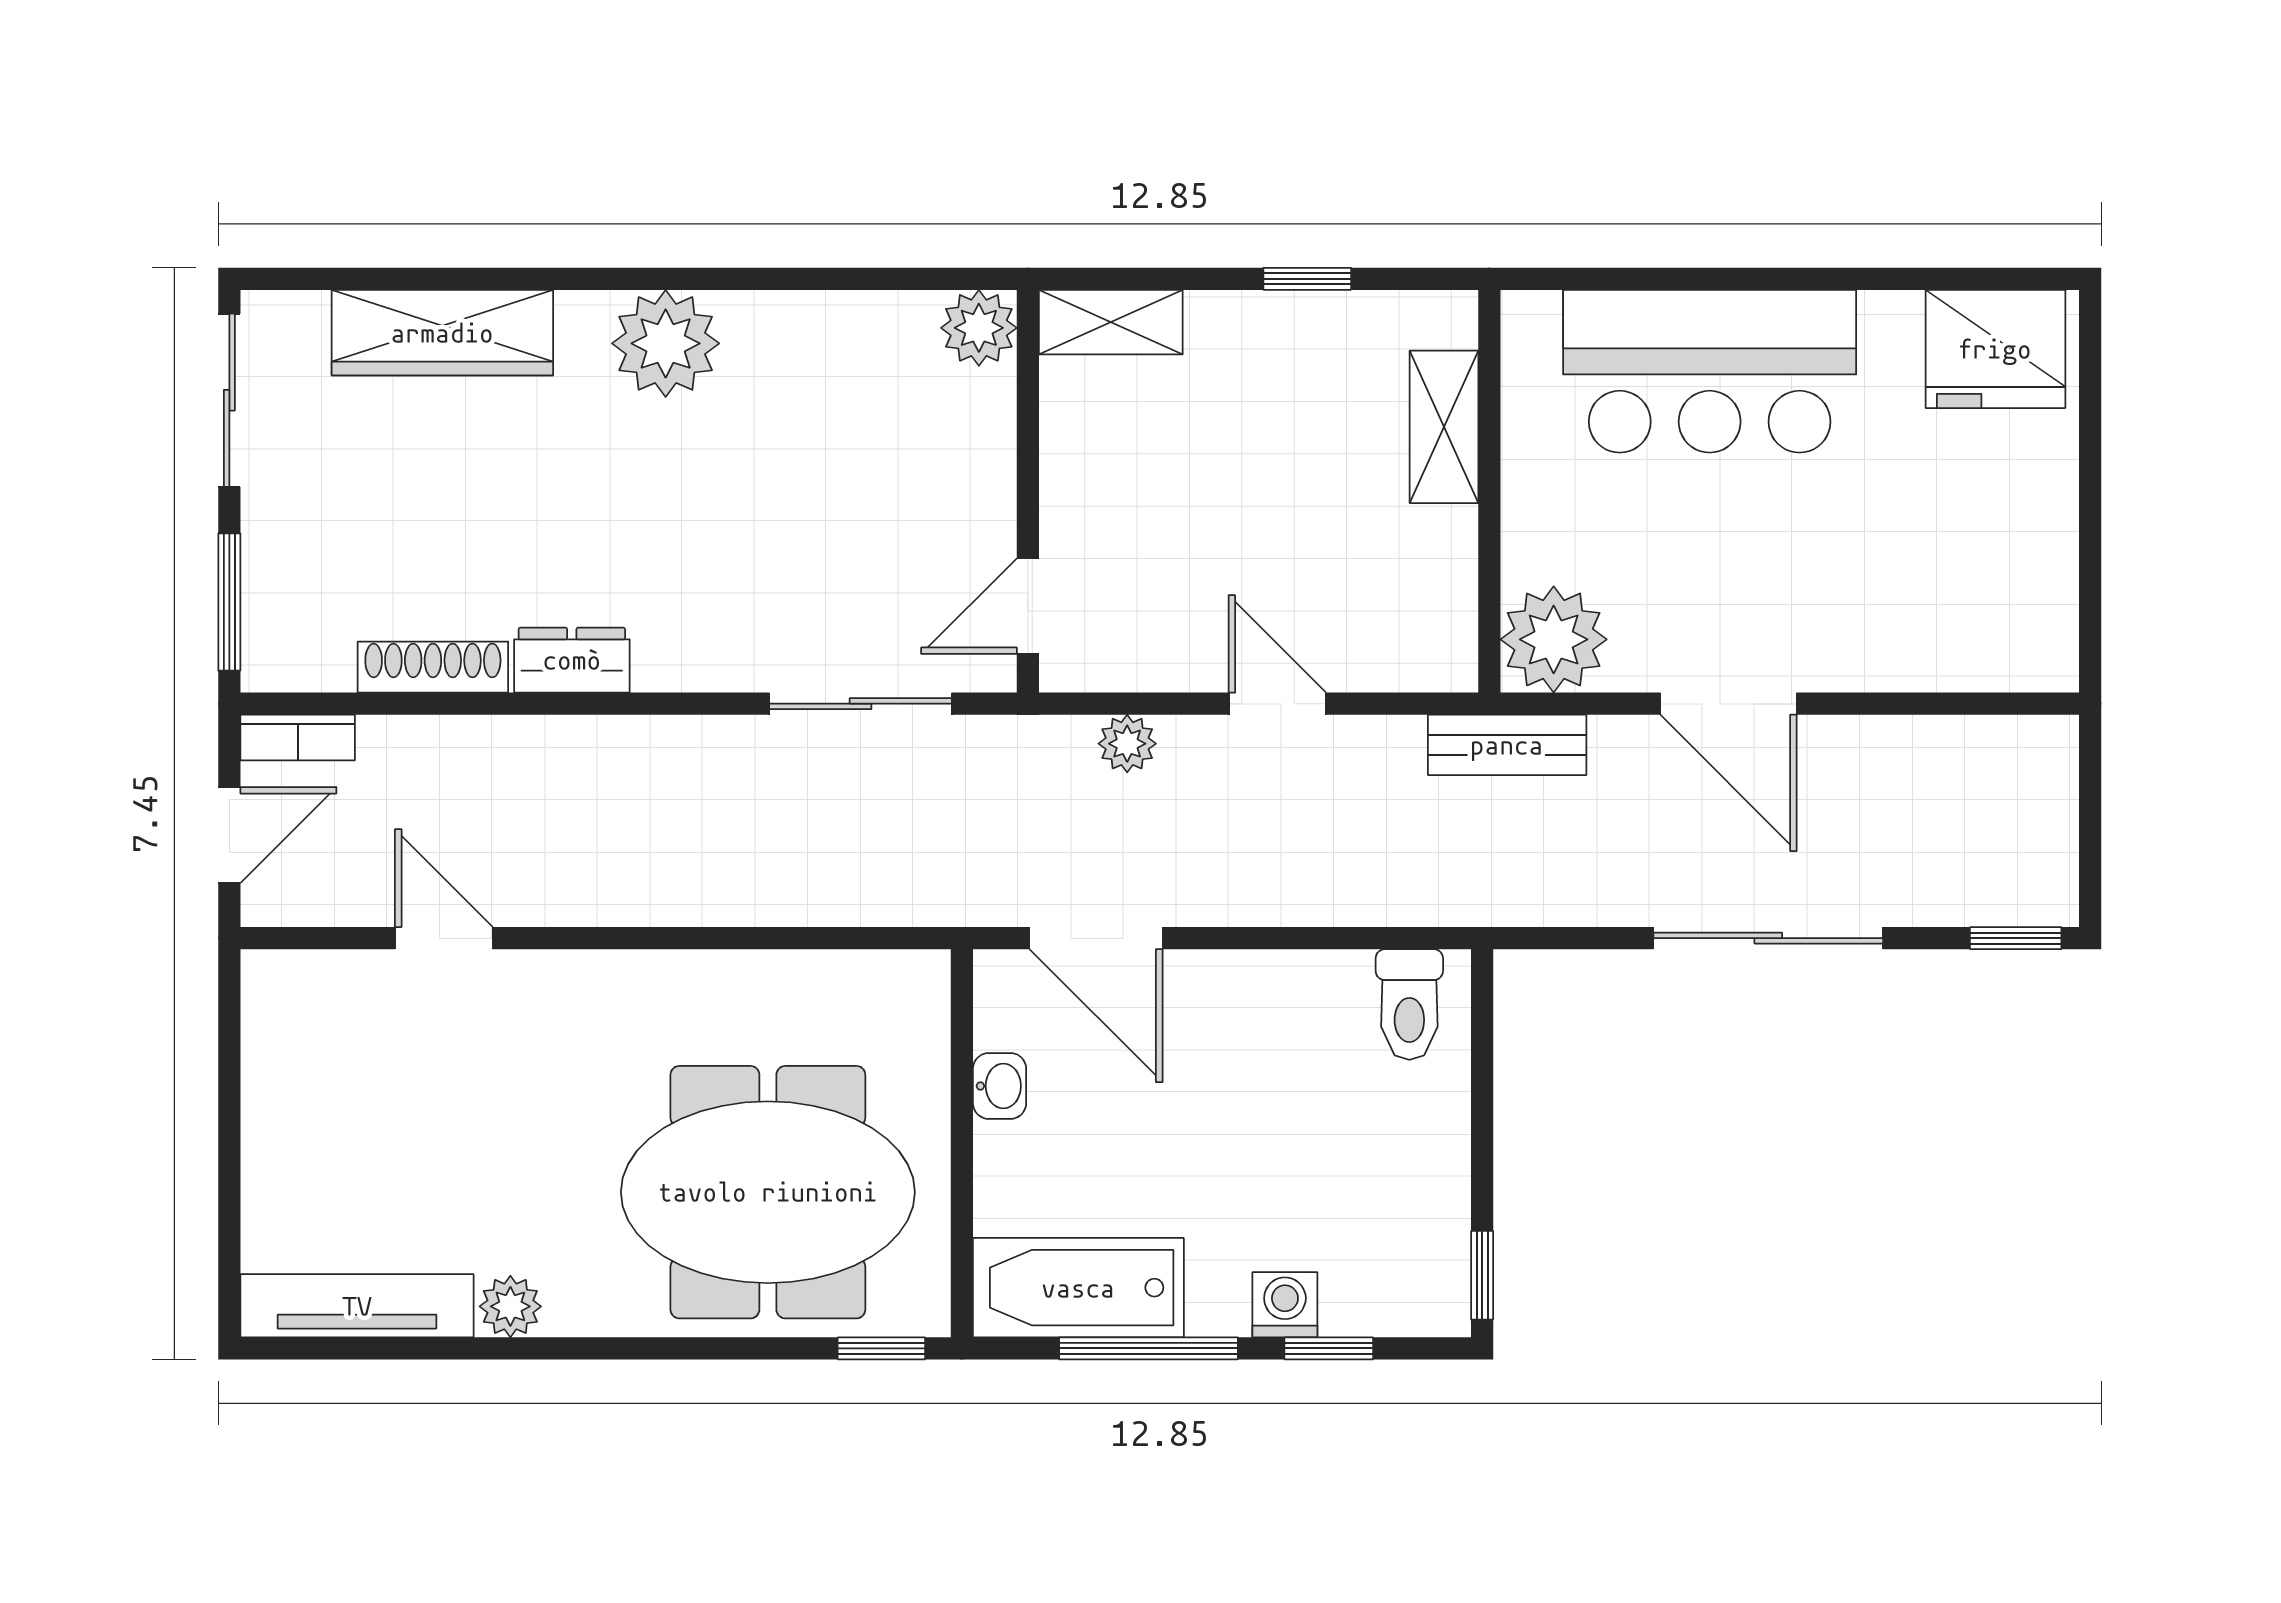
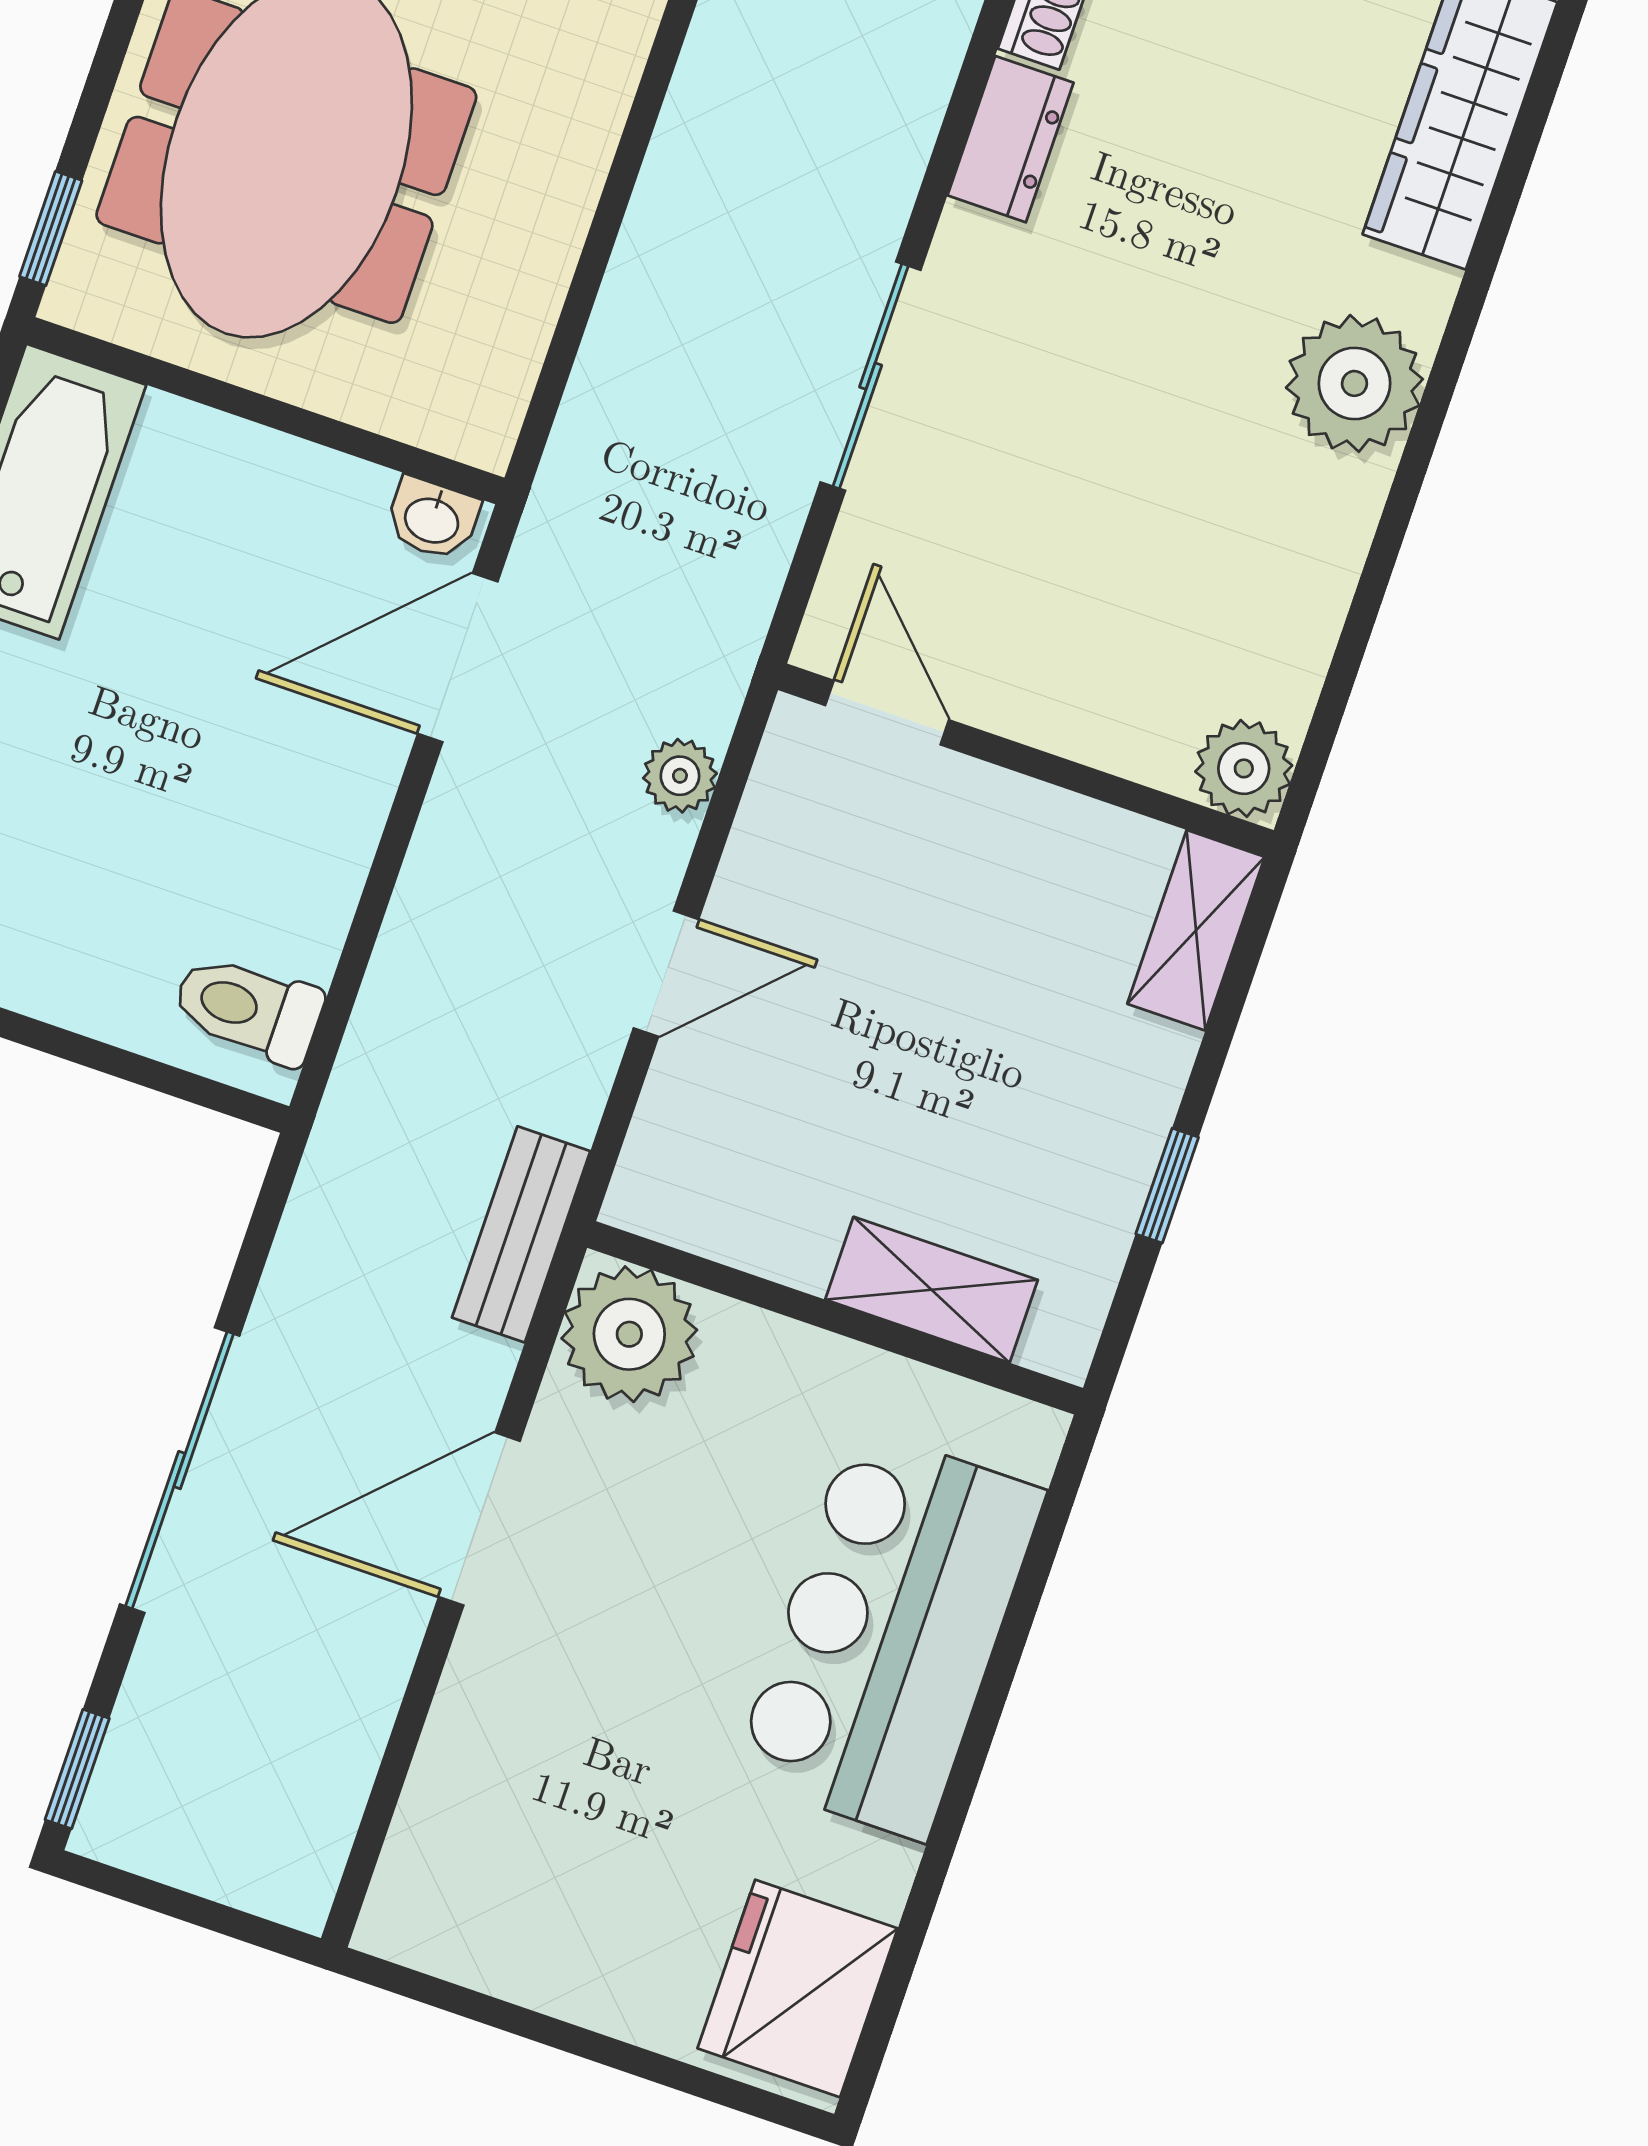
sliding door: (861, 704) -> (871, 376), moved
washbasin: (1000, 1086) -> (432, 519), moved

